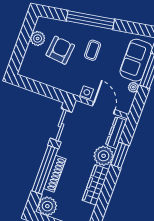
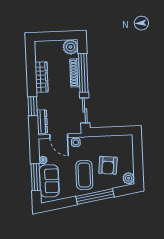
plant: (38, 38) -> (129, 178), moved
coffee table: (93, 50) -> (84, 175), width x1.86, depth x1.72
plant: (104, 156) -> (44, 101), removed

